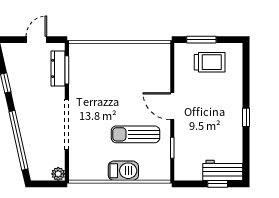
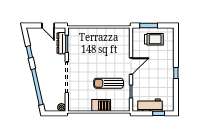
door: (36, 40) -> (48, 25), swing flipped
door: (172, 106) -> (131, 66), swing flipped
workbench: (223, 170) -> (150, 105), moved

